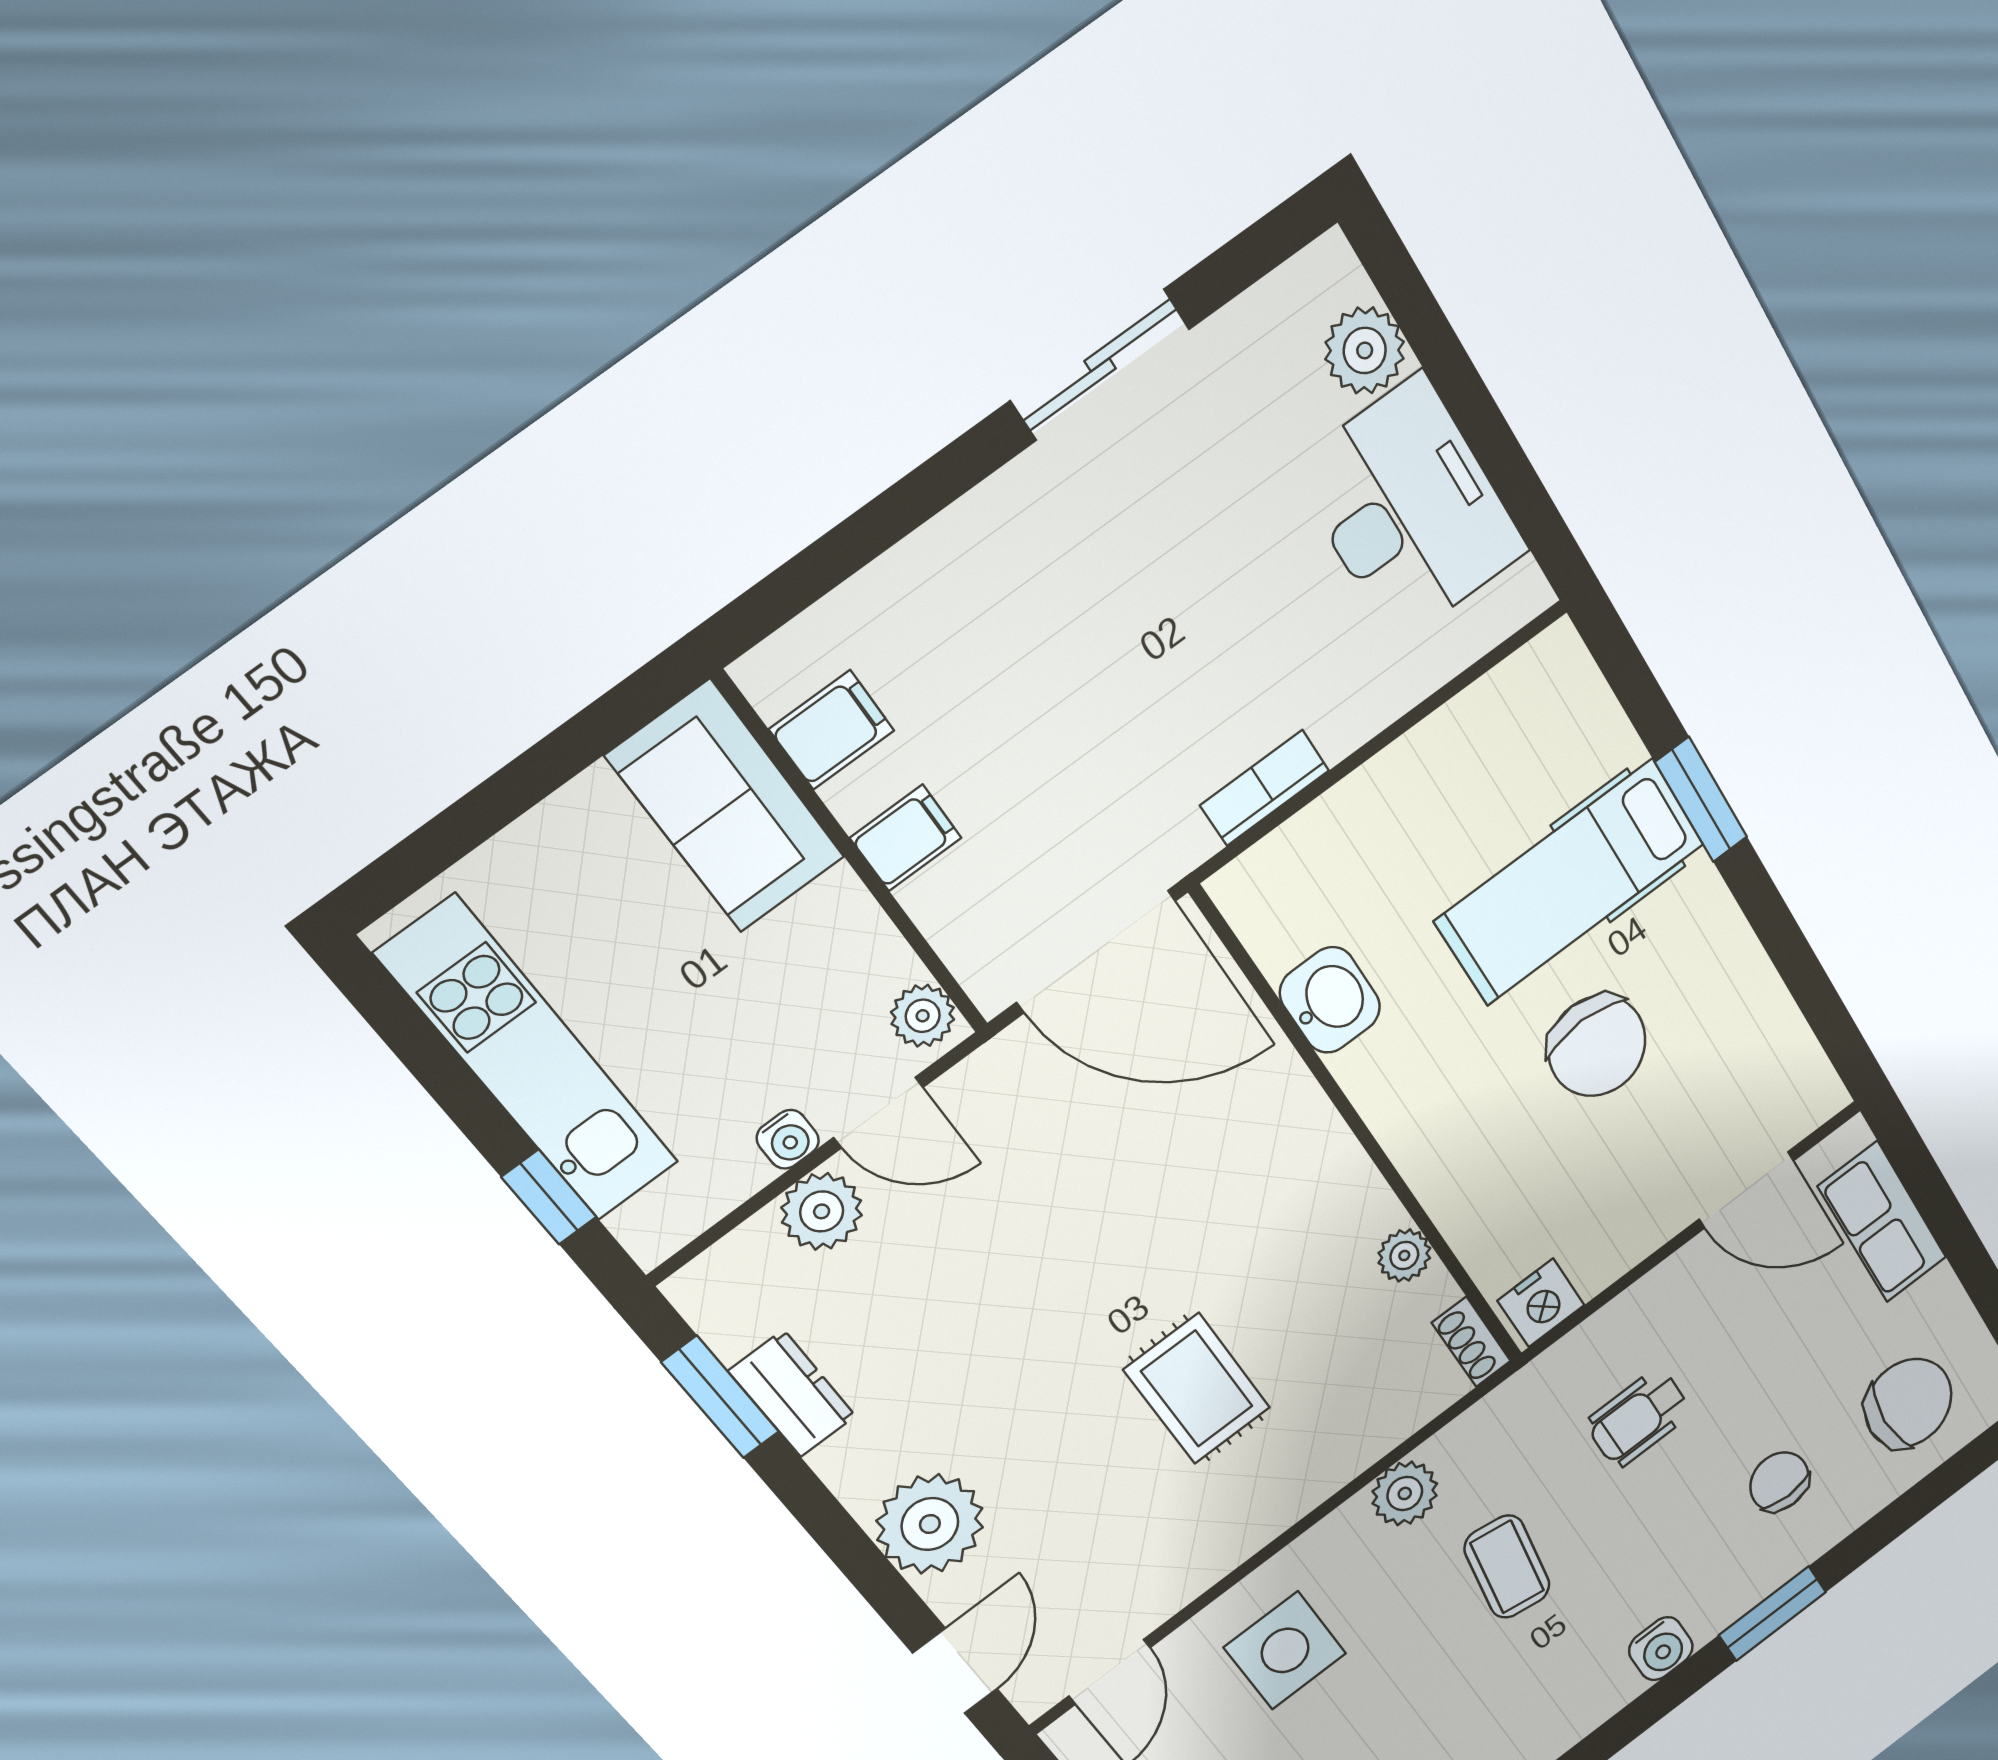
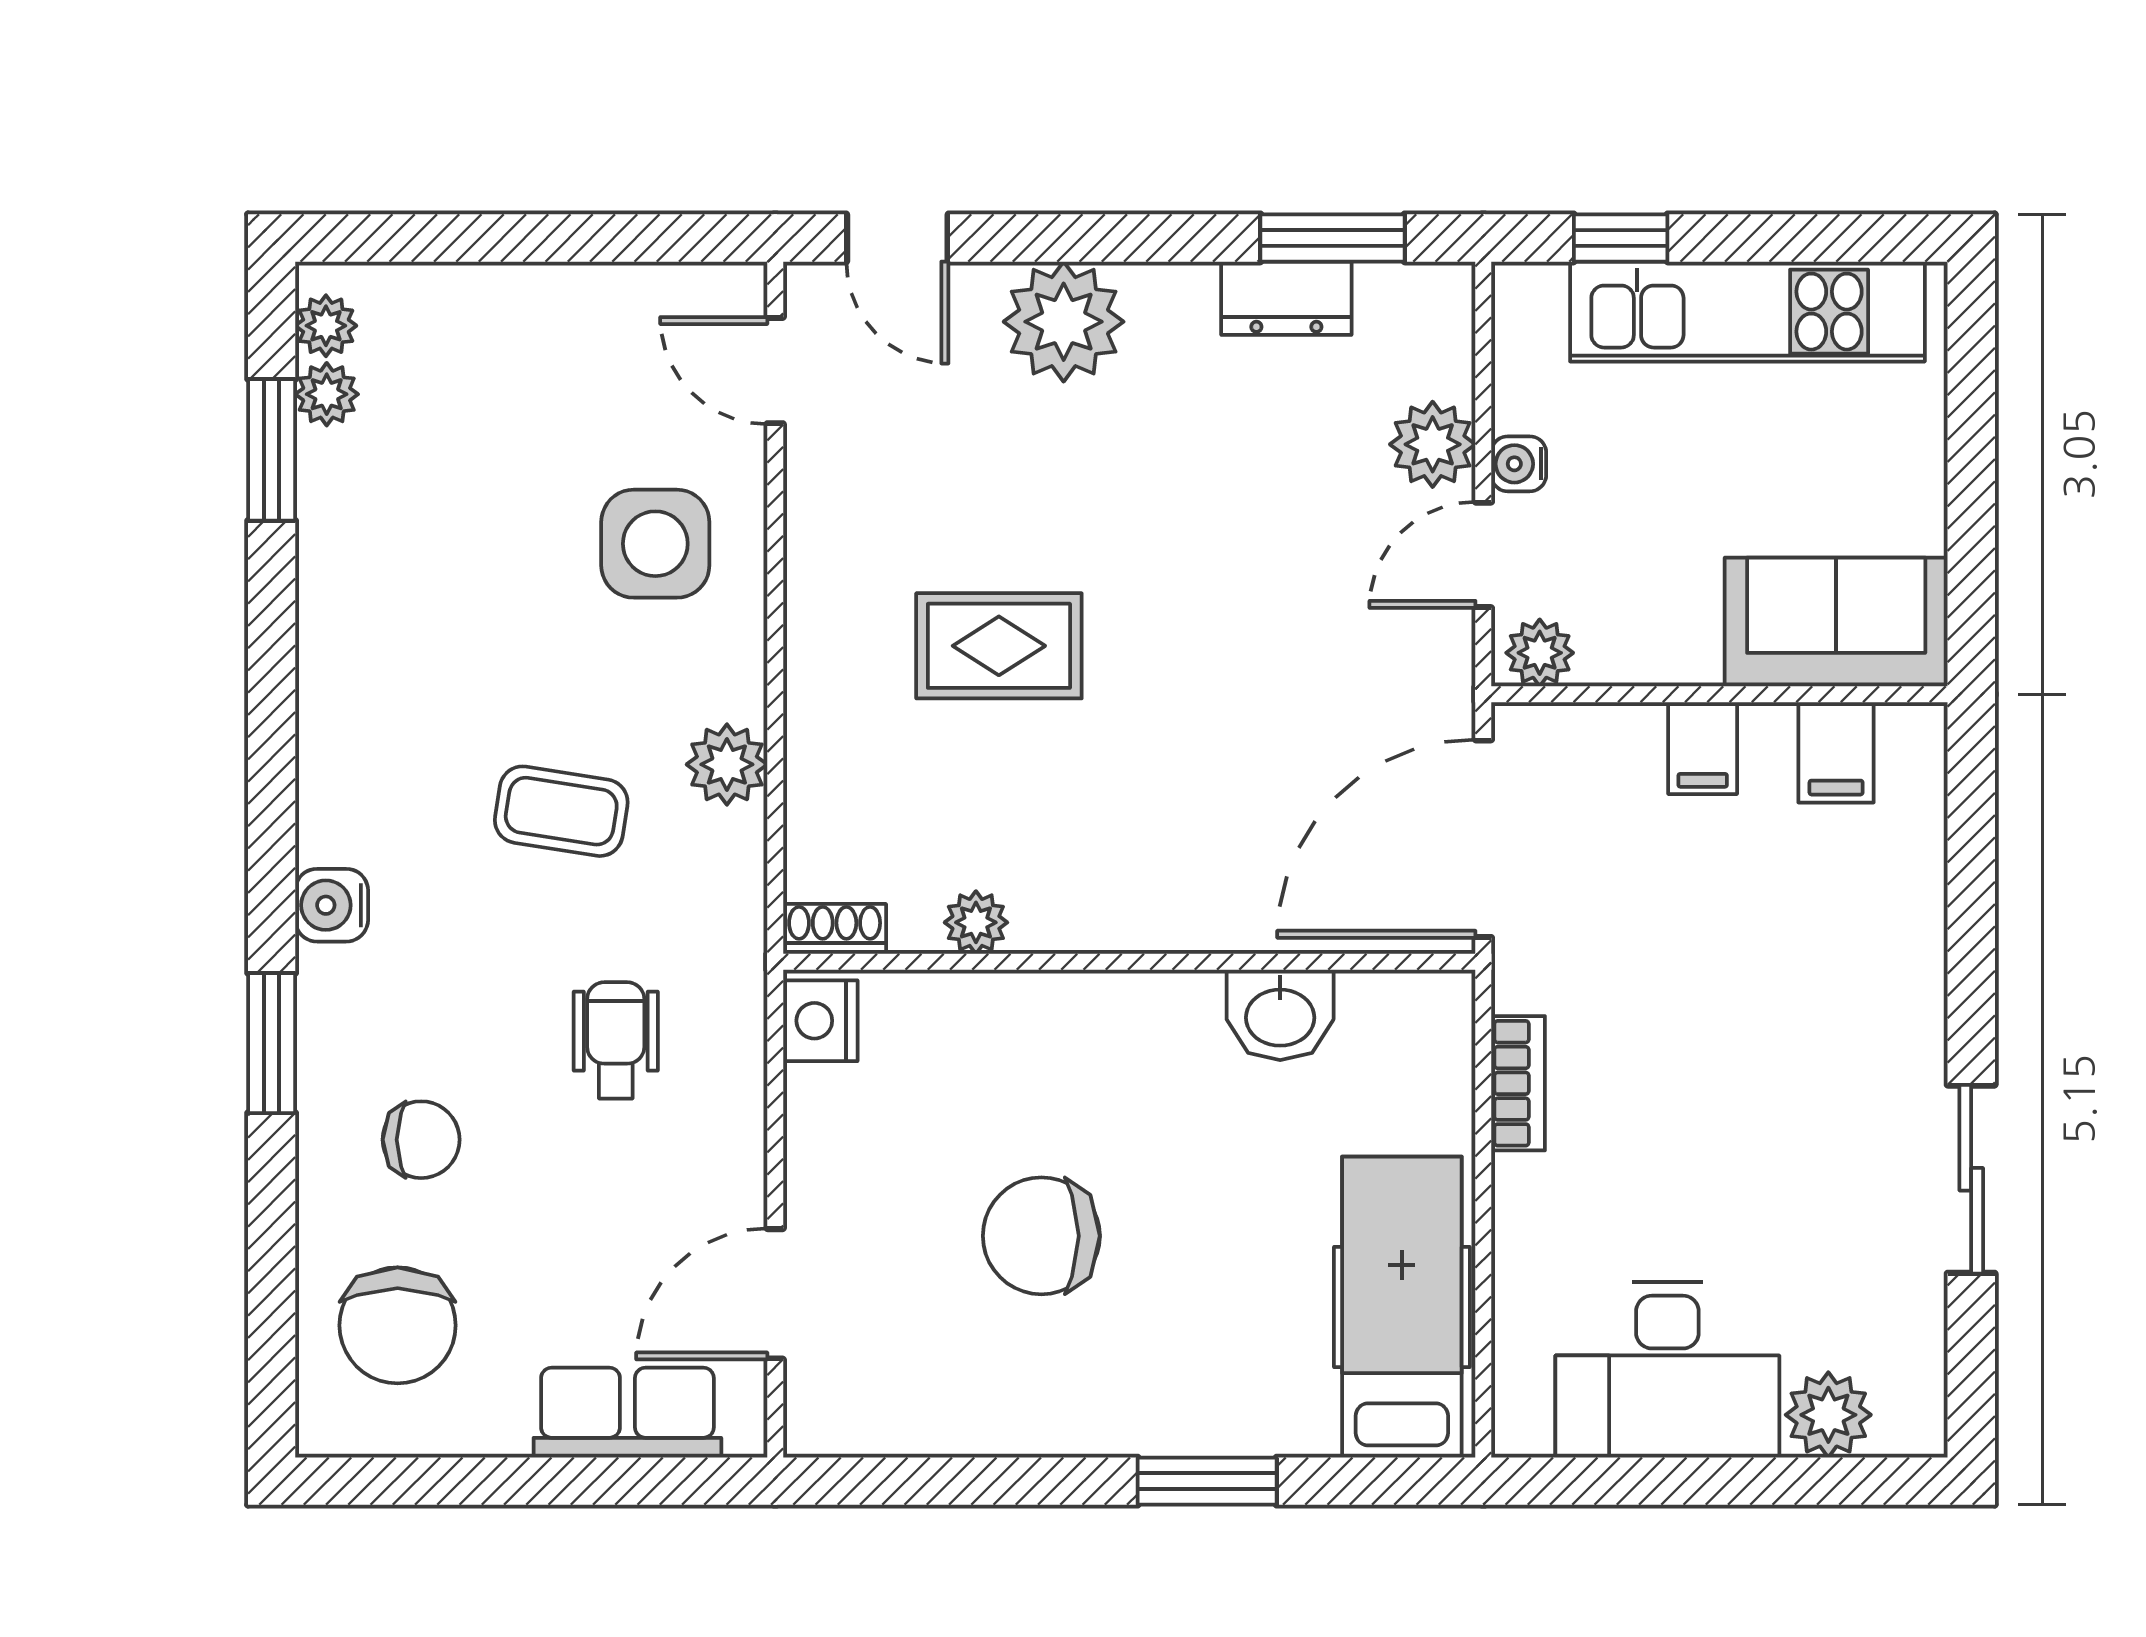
hospital bed: (1570, 882) -> (1402, 1307), moved

